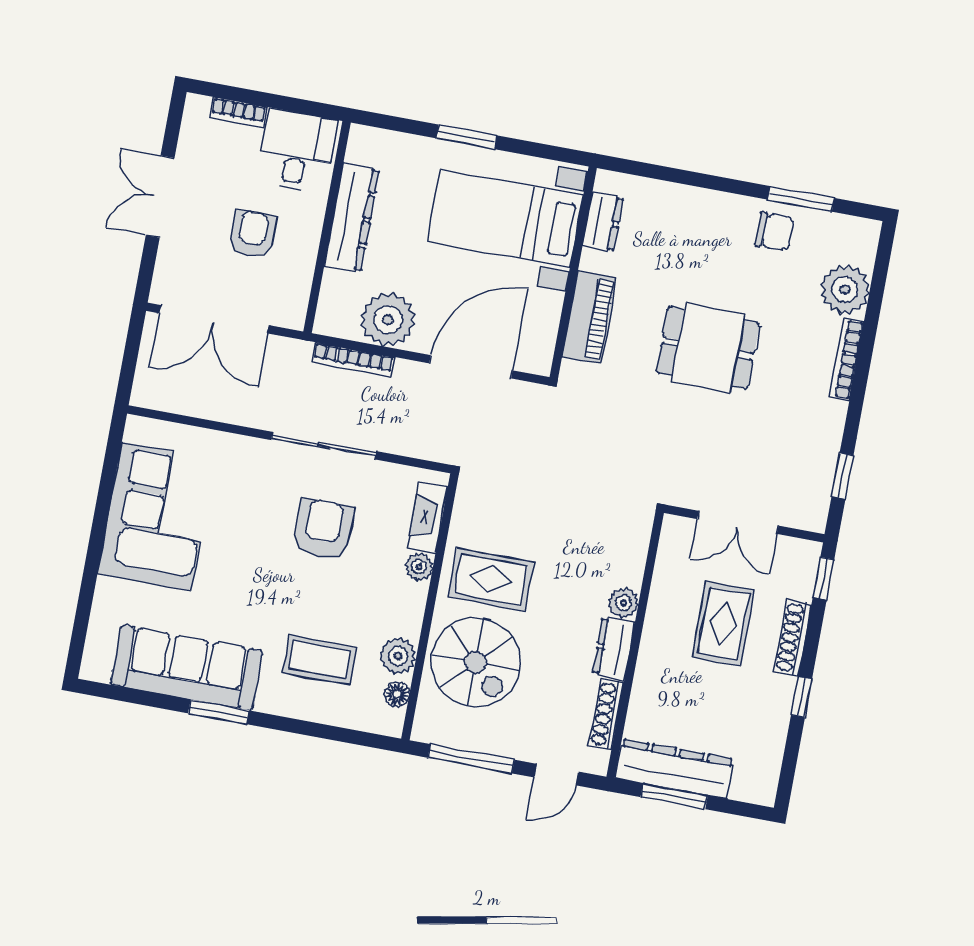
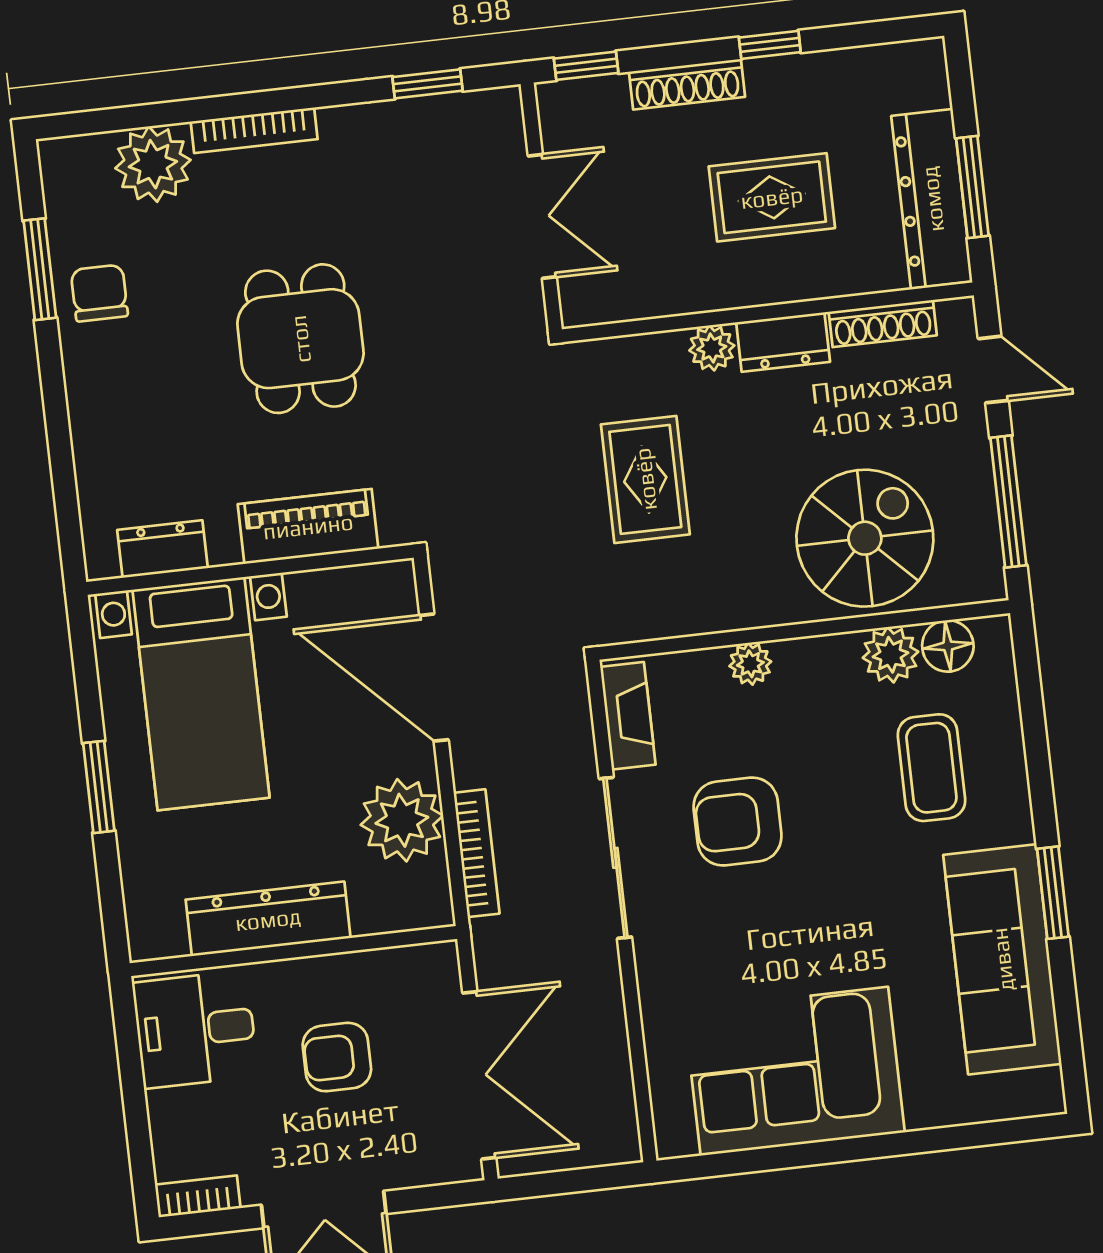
bookcase: (238, 113) -> (198, 1196), moved, turned -90
fireplace: (428, 517) -> (628, 716), moved, turned -90
rug: (491, 580) -> (645, 479), moved
rug: (723, 624) -> (772, 197), moved
floor lamp: (397, 694) -> (948, 646), width x1.37, depth x1.37

